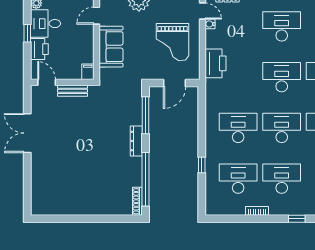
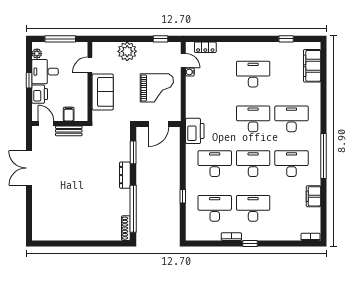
grand piano: (172, 42) -> (157, 88), turned -90
printer: (216, 63) -> (195, 131), moved
filing cabinet: (88, 72) -> (69, 114), moved
window: (145, 115) -> (133, 152), width x0.69
window: (297, 219) -> (250, 243), moved

